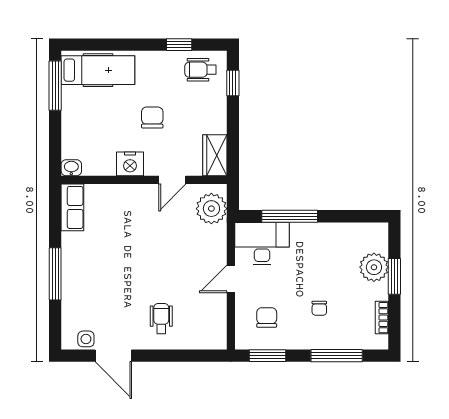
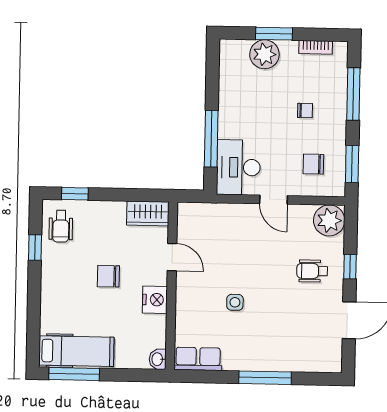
hospital bed: (98, 70) -> (76, 351), moved, turned 90
plant: (211, 209) -> (329, 220), moved
side table: (86, 339) -> (235, 302), moved
window: (166, 356) -> (350, 267), added

